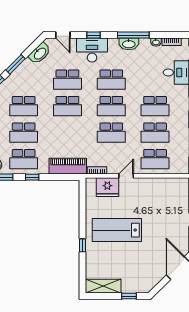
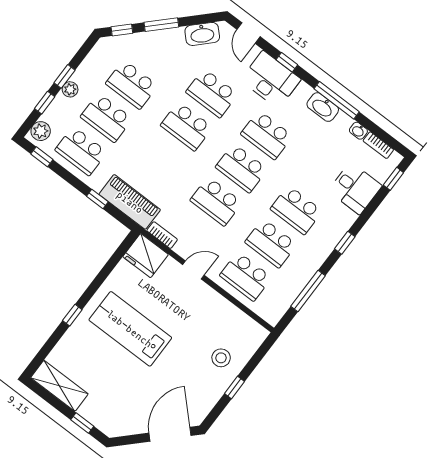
window: (32, 177) -> (97, 199), moved
fridge: (107, 187) -> (146, 256), moved
stool: (174, 210) -> (221, 358), added

